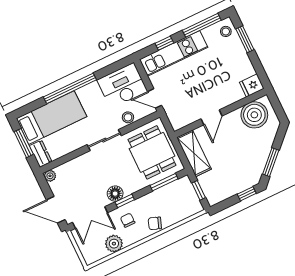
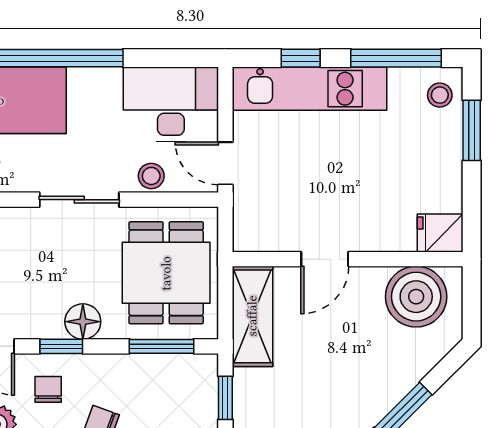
floor lamp: (115, 194) -> (83, 322), moved

